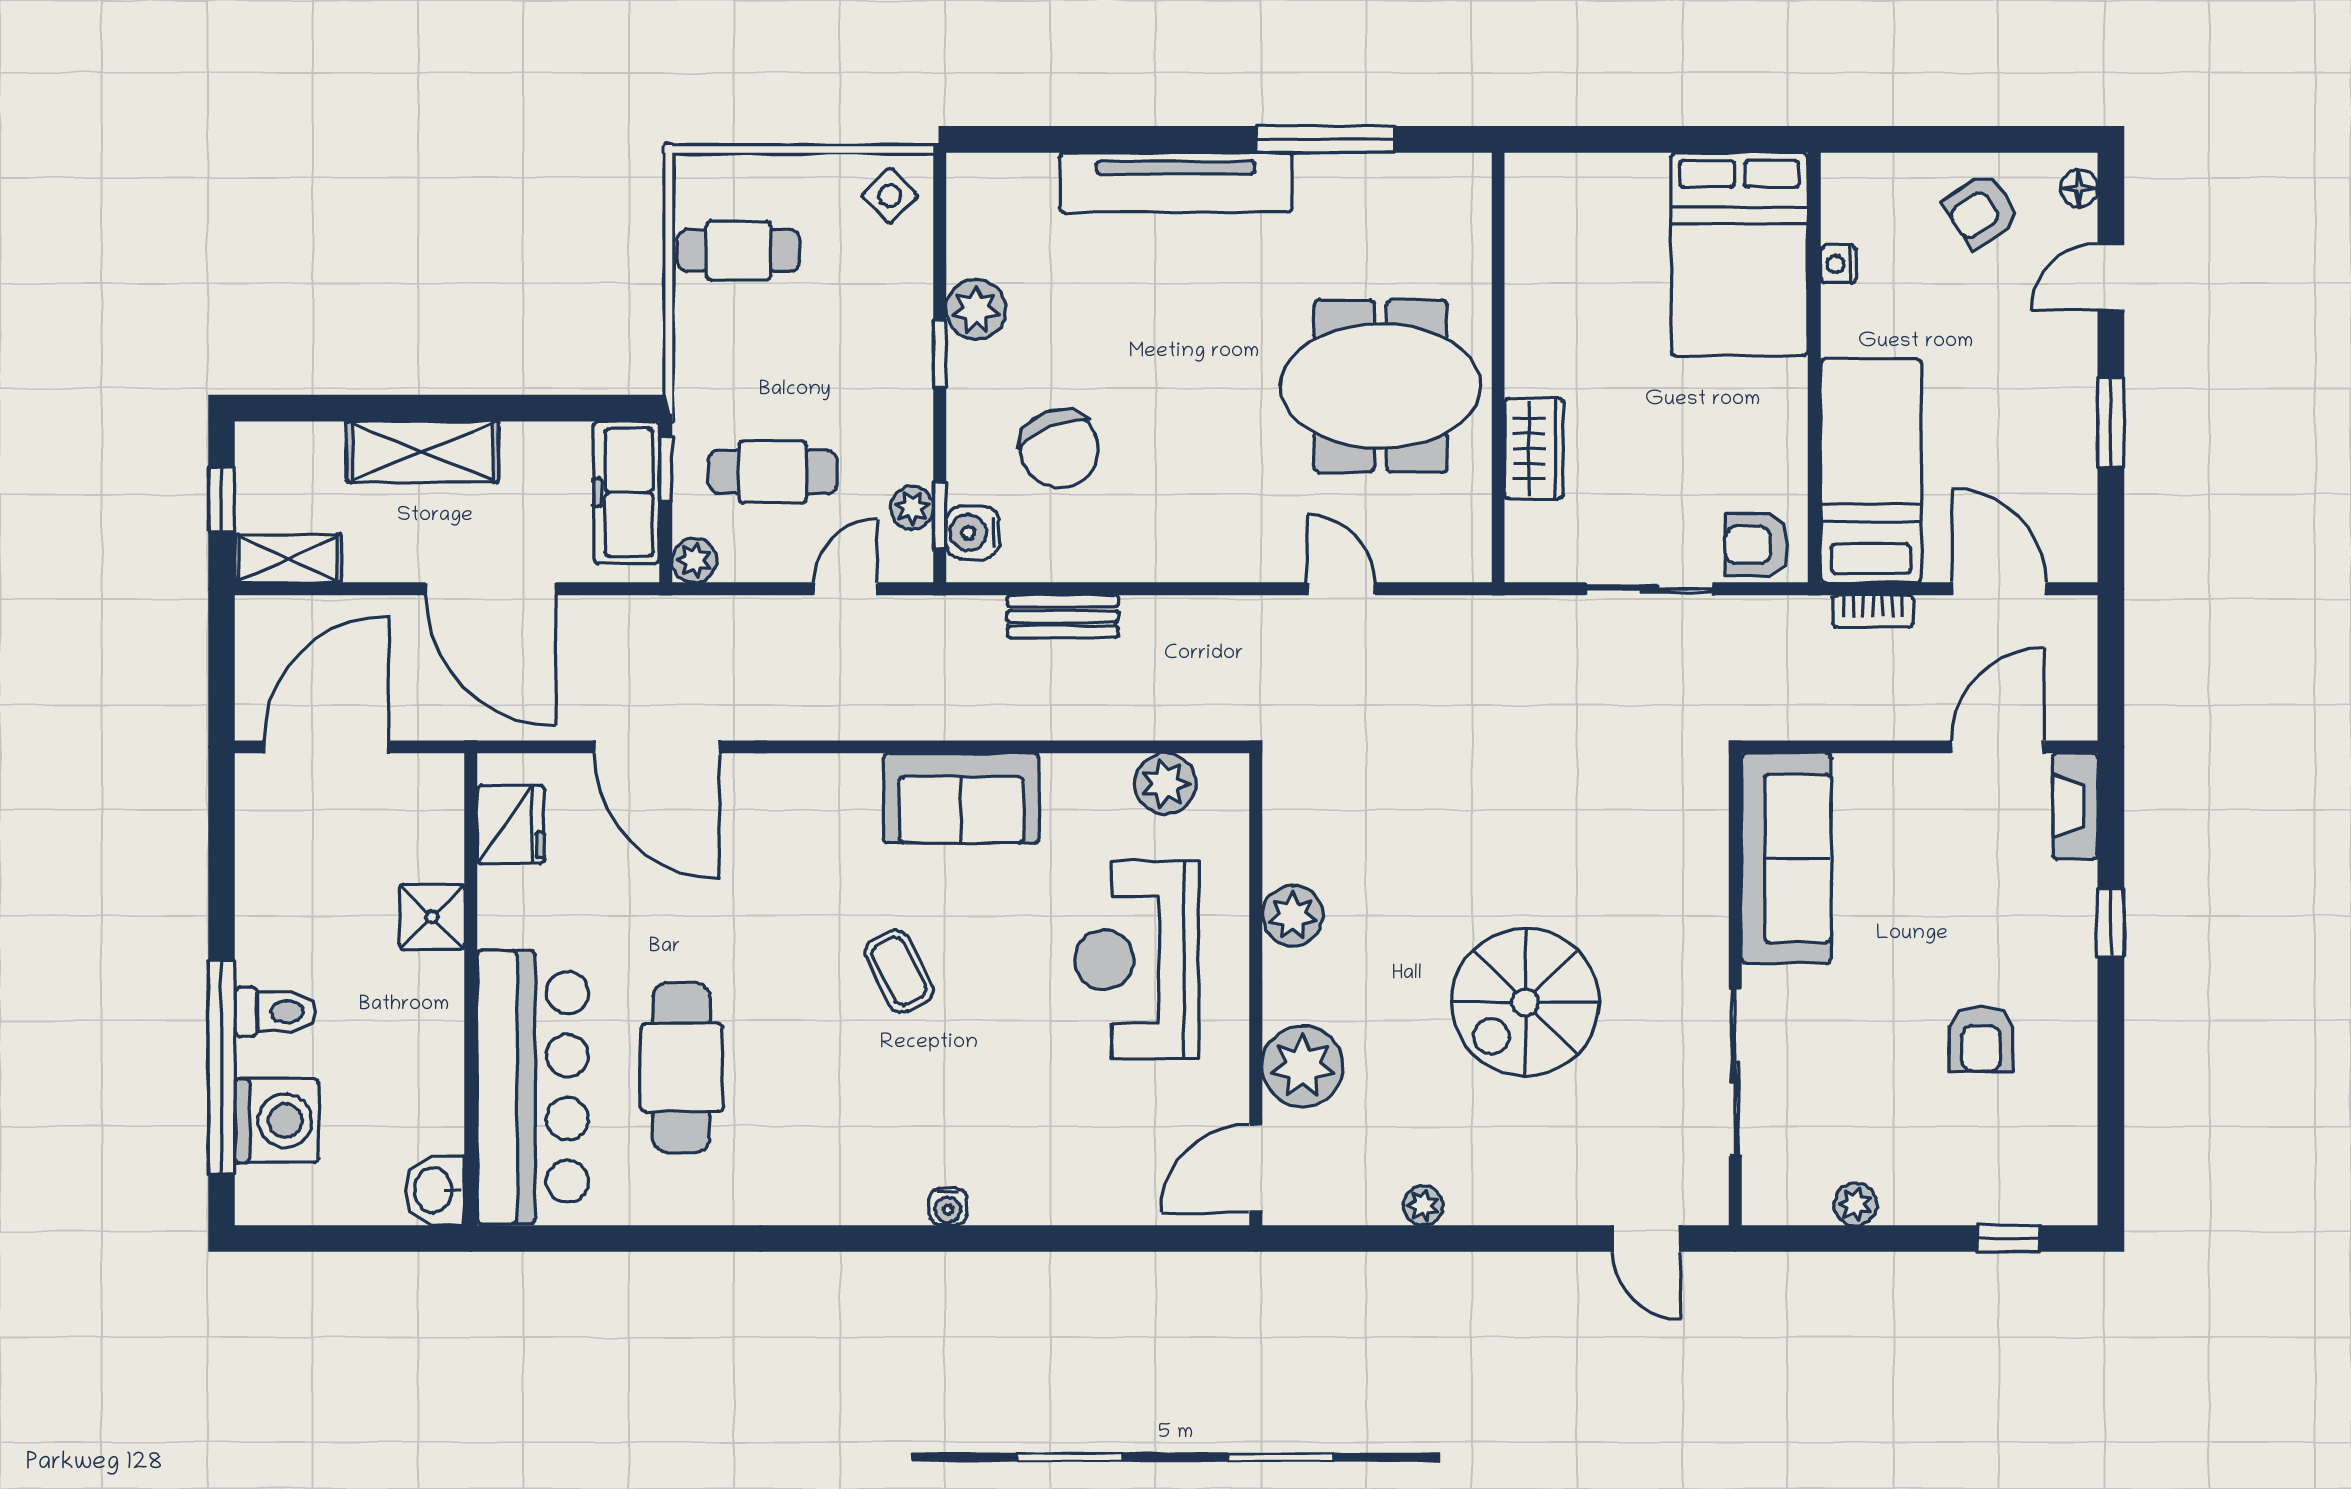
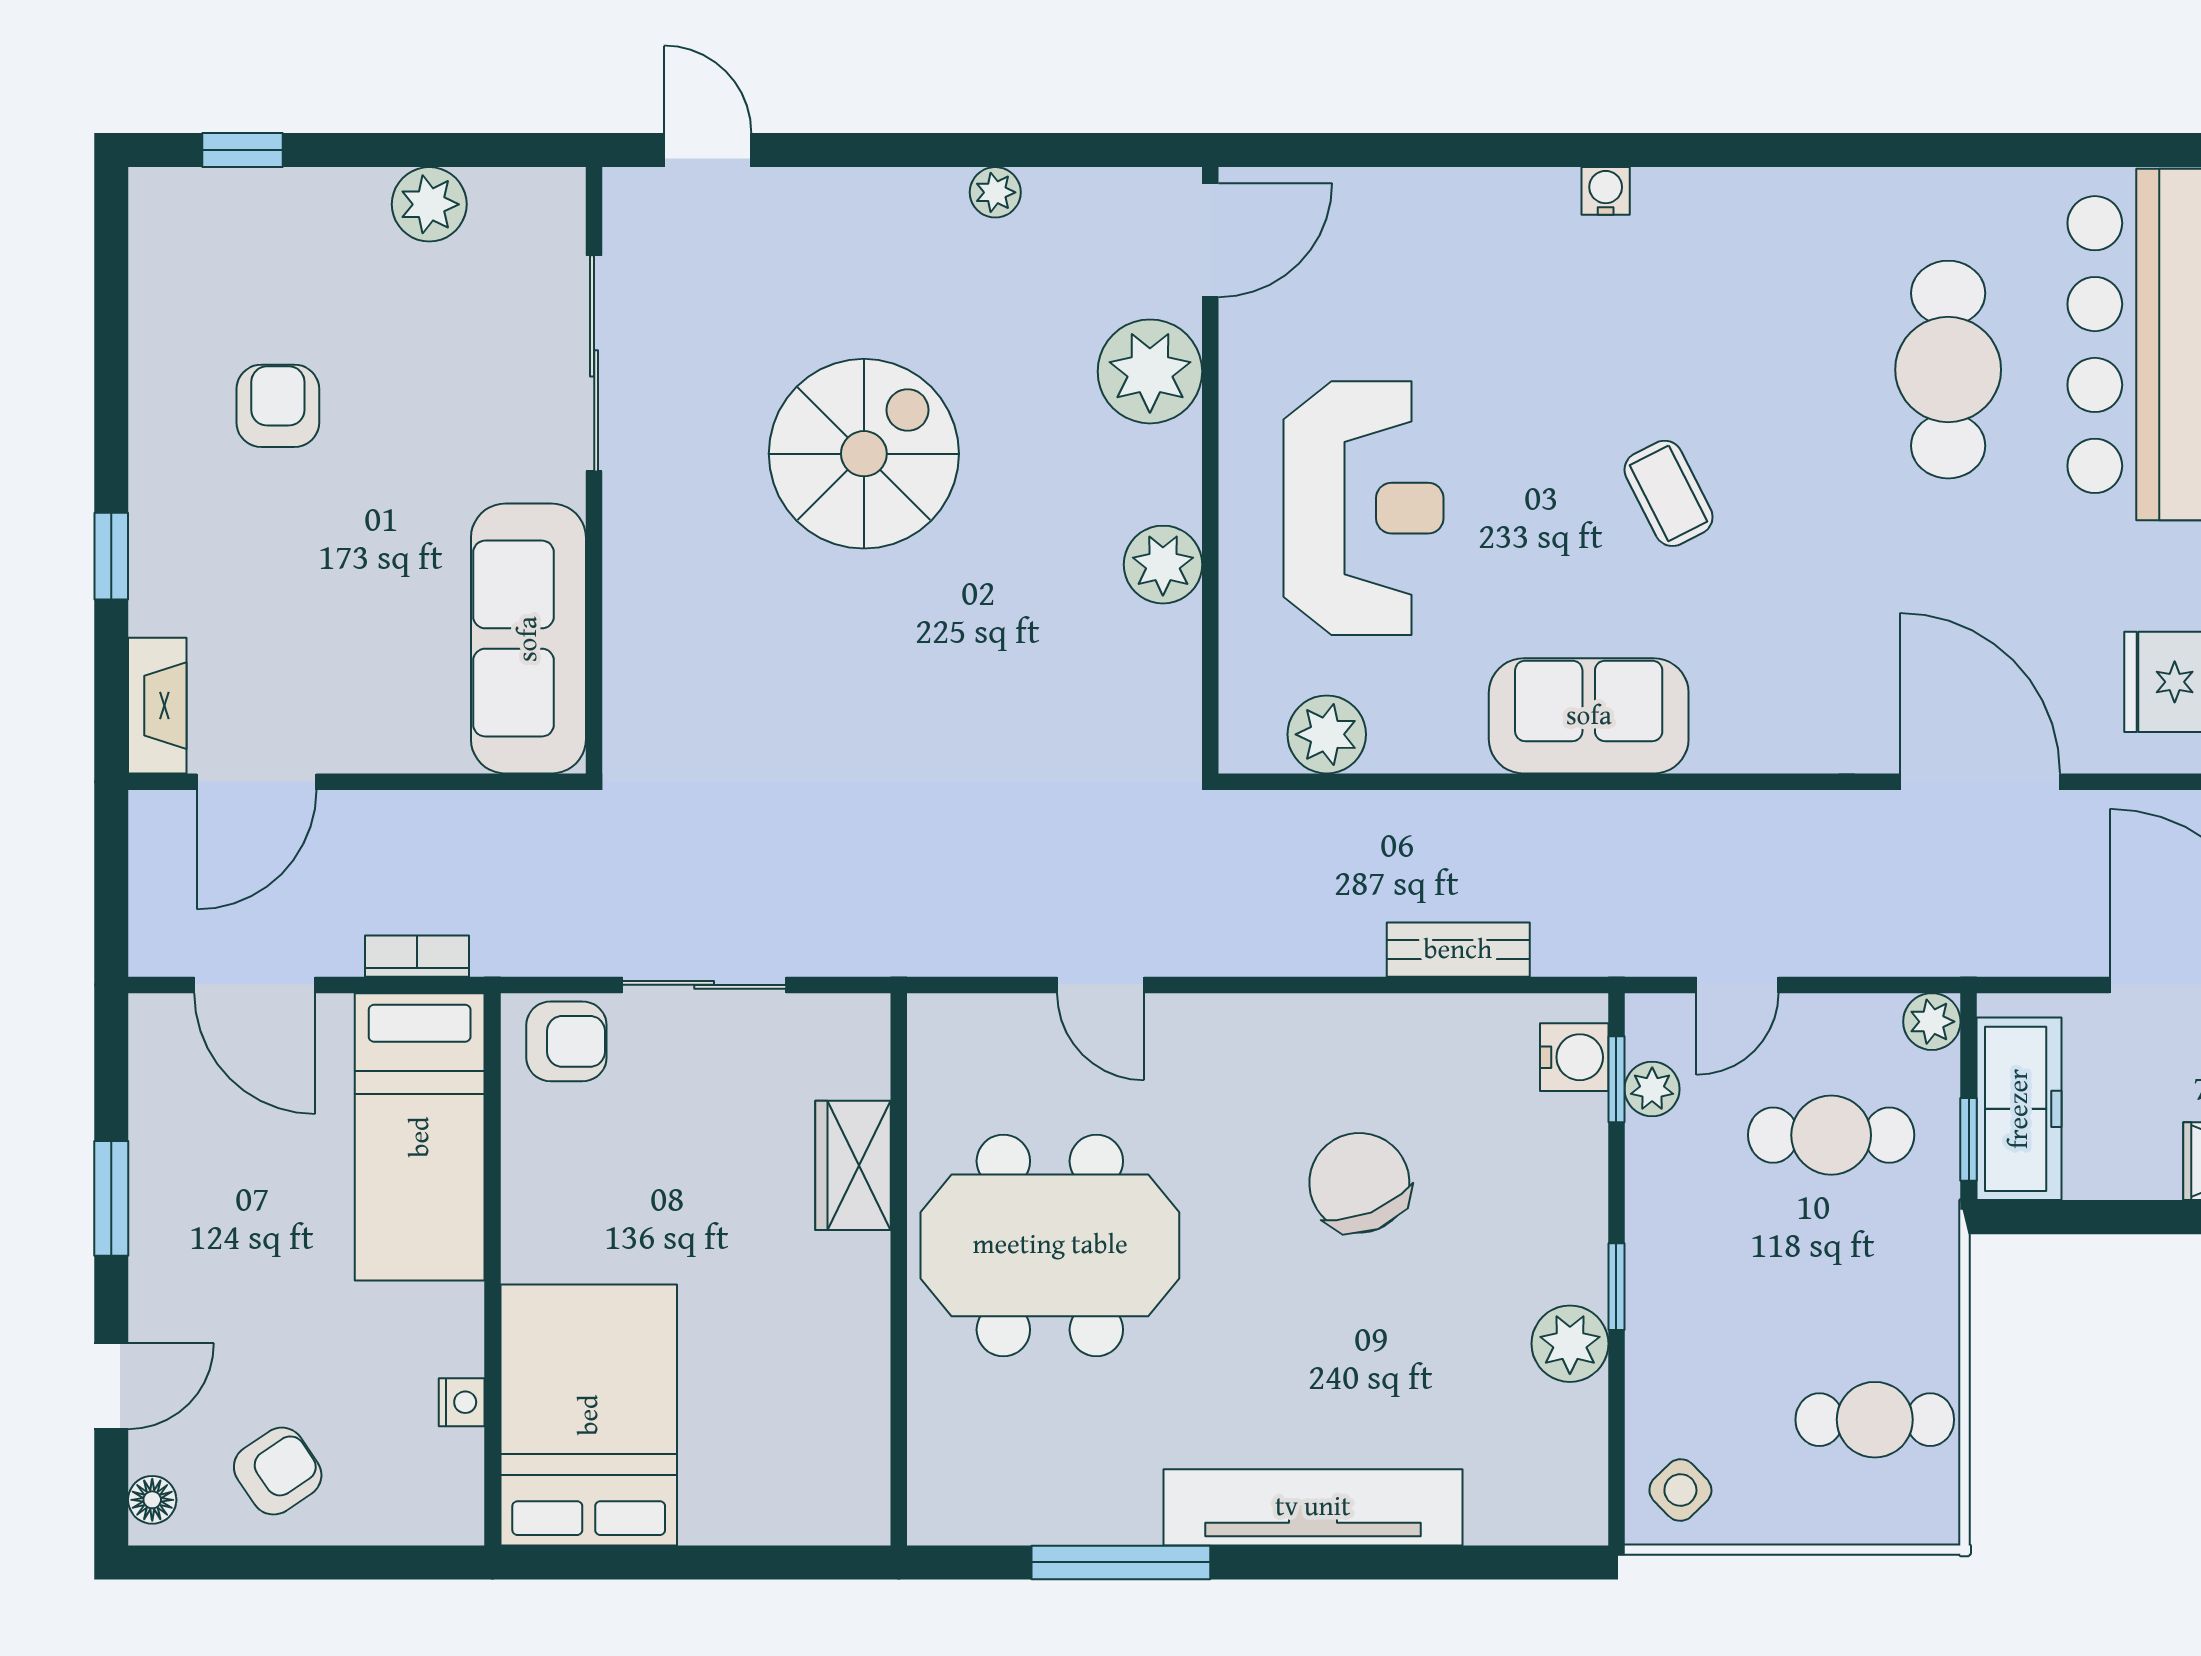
chair: (1059, 449) -> (1359, 1183), moved
plant: (1856, 1204) -> (429, 204), width x1.38, depth x1.38

